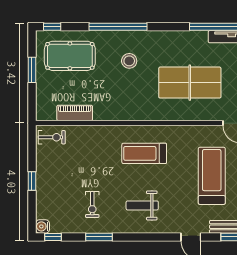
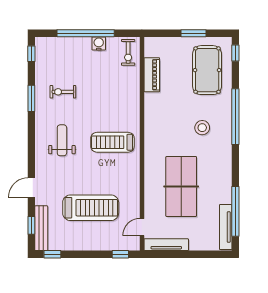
treadmill: (144, 153) -> (112, 142), turned -90
window: (32, 181) -> (86, 33), width x3.17
water cooler: (42, 226) -> (99, 43), moved

